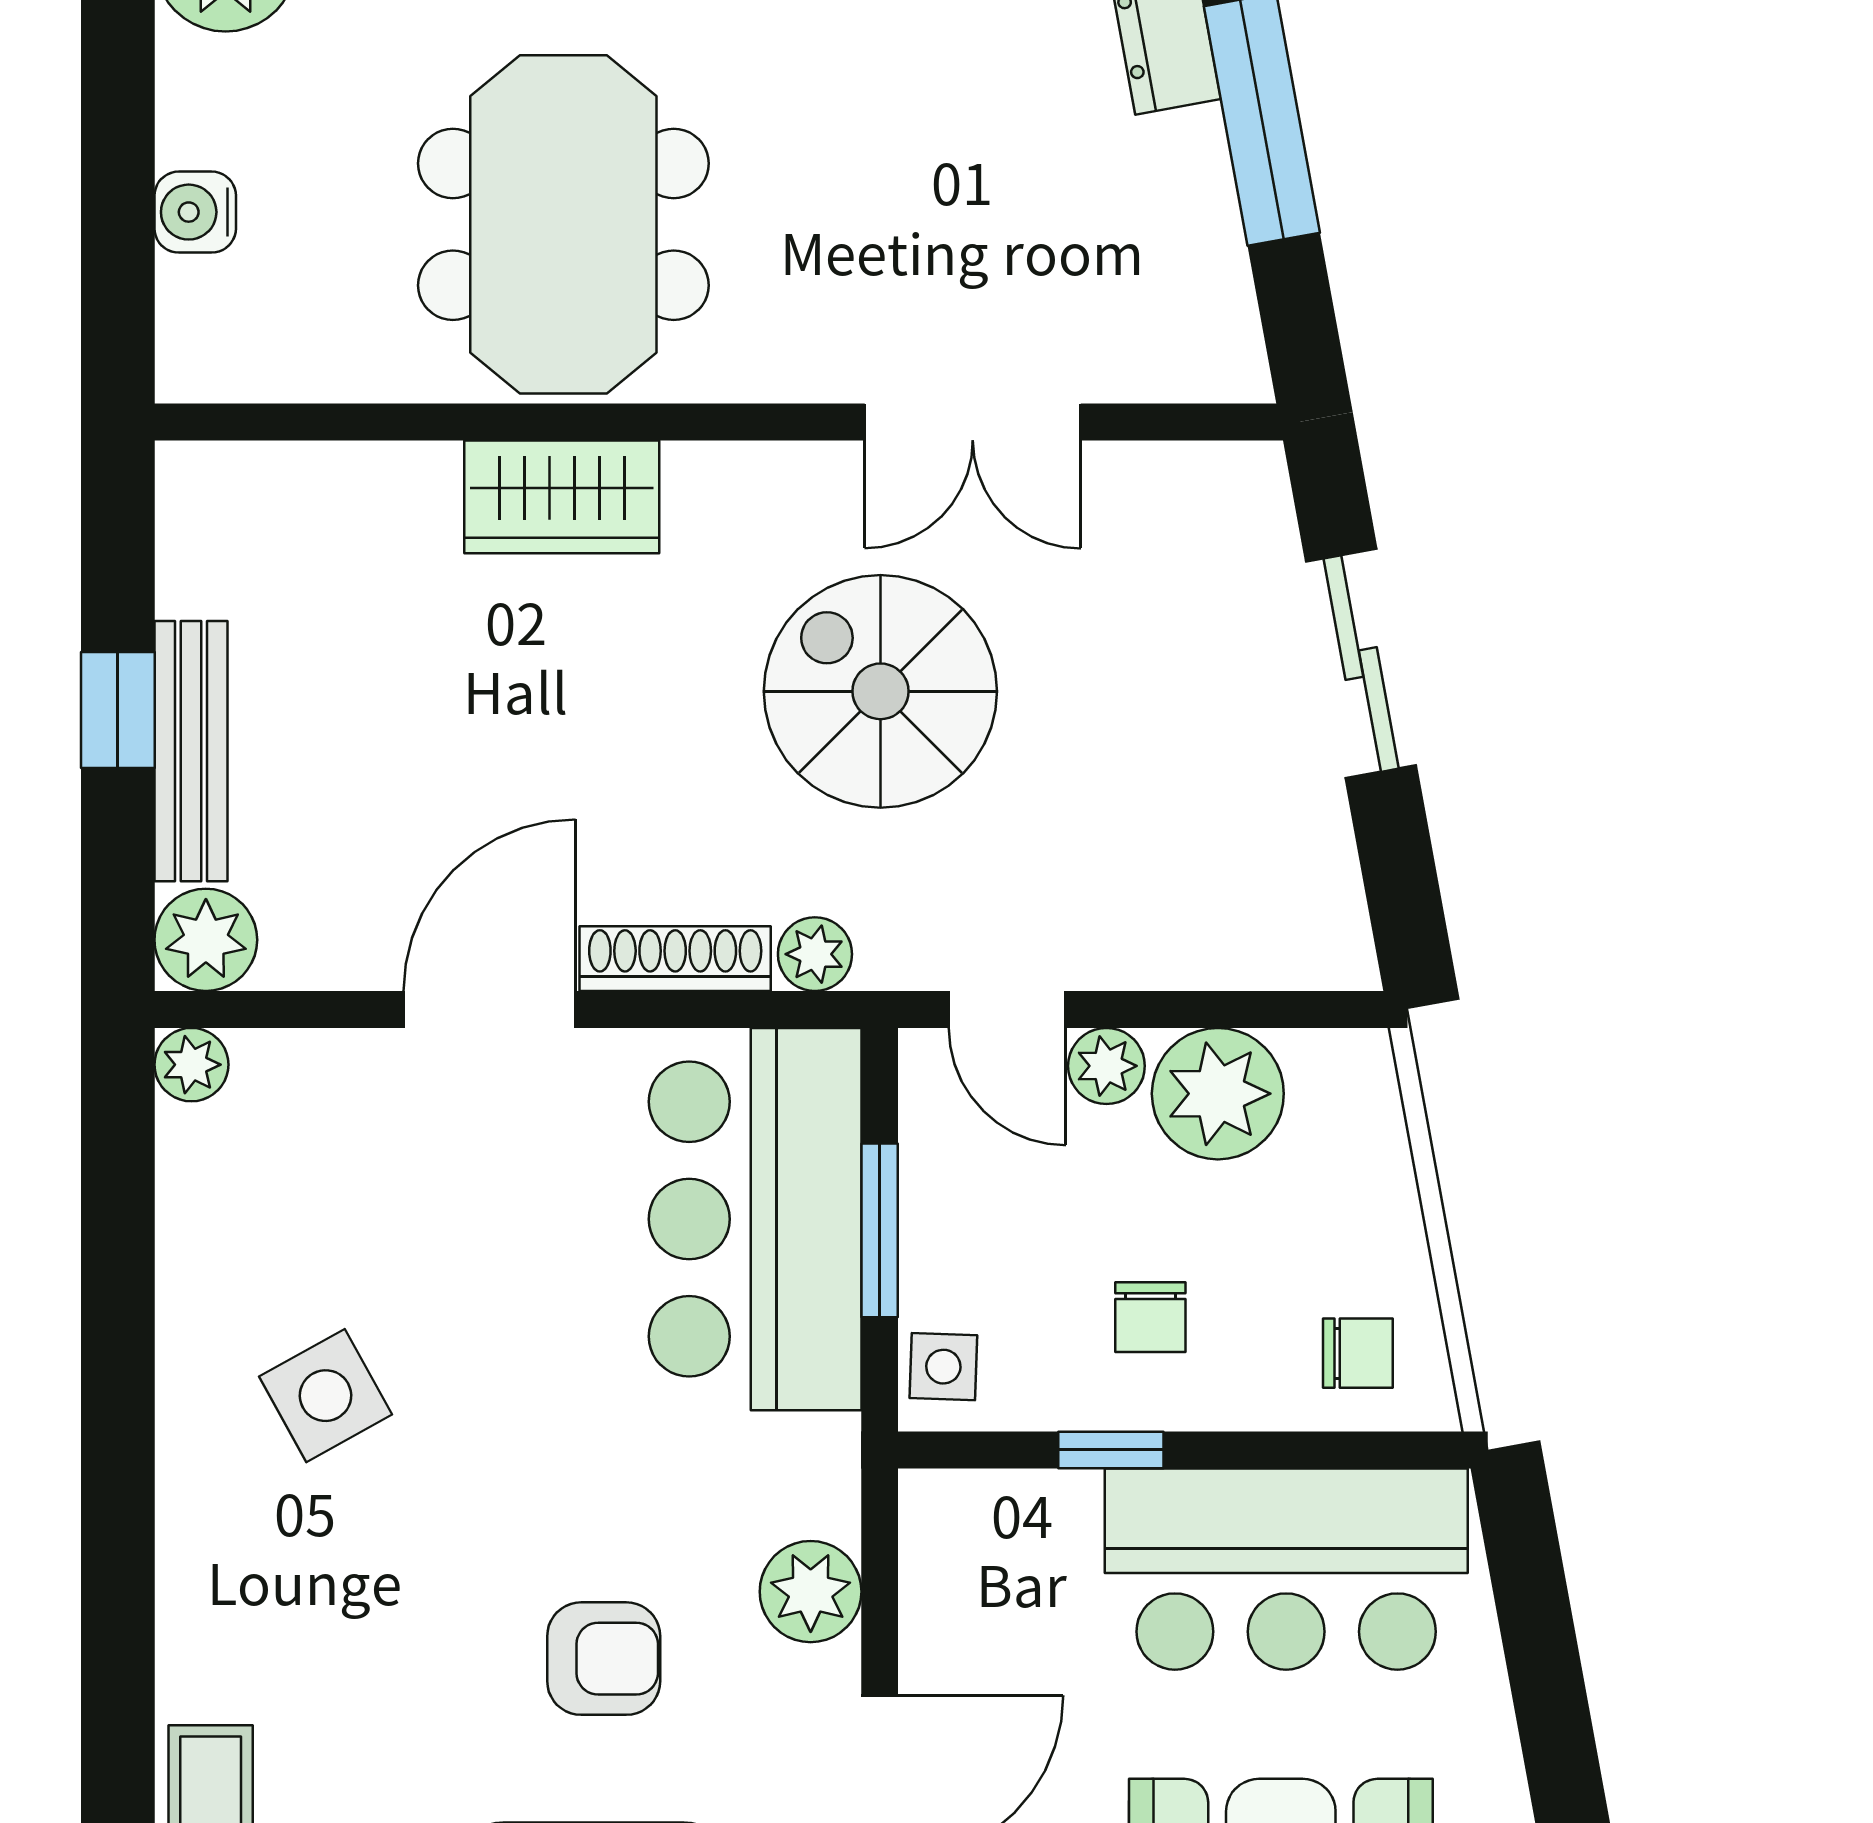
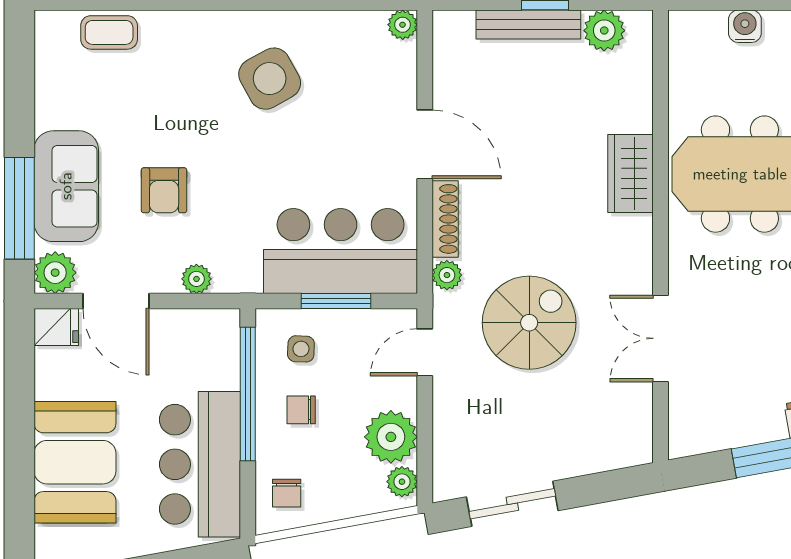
sliding door: (1361, 664) -> (512, 504), moved
spiral stairs: (880, 691) -> (529, 323), moved
plant: (206, 940) -> (604, 31), moved
plant: (1106, 1066) -> (402, 482), moved
side table: (943, 1367) -> (301, 349), moved
side table: (325, 1396) -> (270, 79), width x1.37, depth x1.37
window: (1111, 1450) -> (248, 394), width x3.17
plant: (811, 1592) -> (196, 279), width x0.73, depth x0.73

